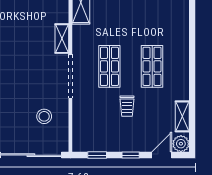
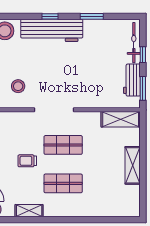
shelving: (62, 39) -> (88, 102), removed
shelving: (182, 116) -> (29, 211), moved

